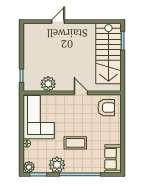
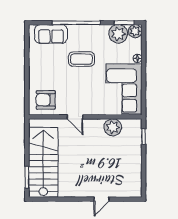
sofa: (113, 159) -> (51, 34), moved, turned 90
plant: (57, 165) -> (118, 34), moved

